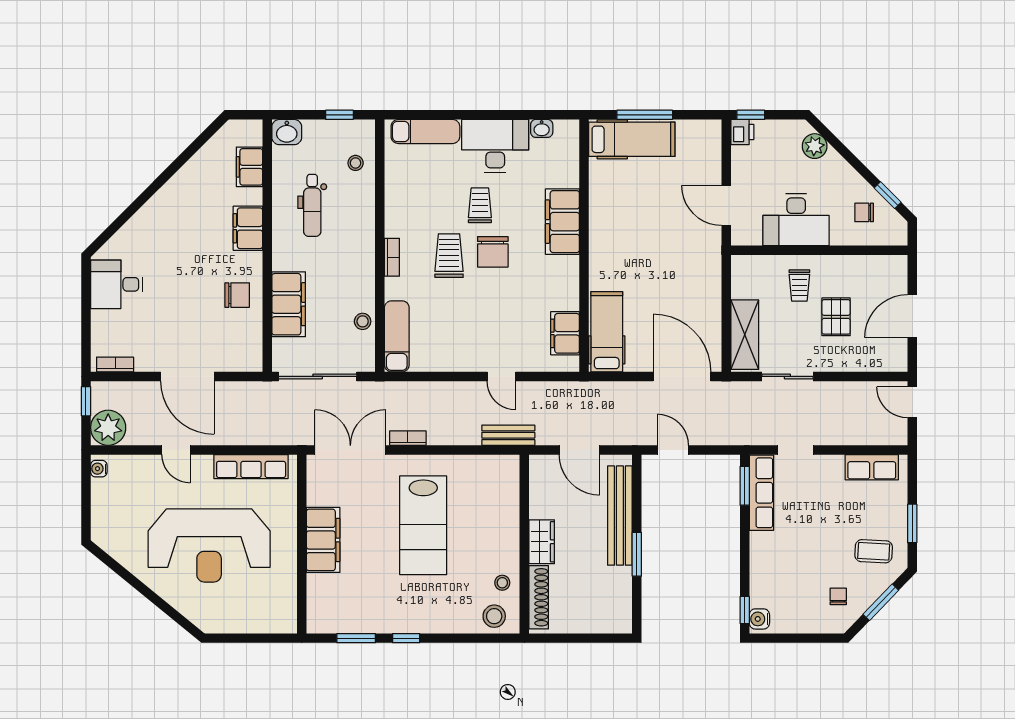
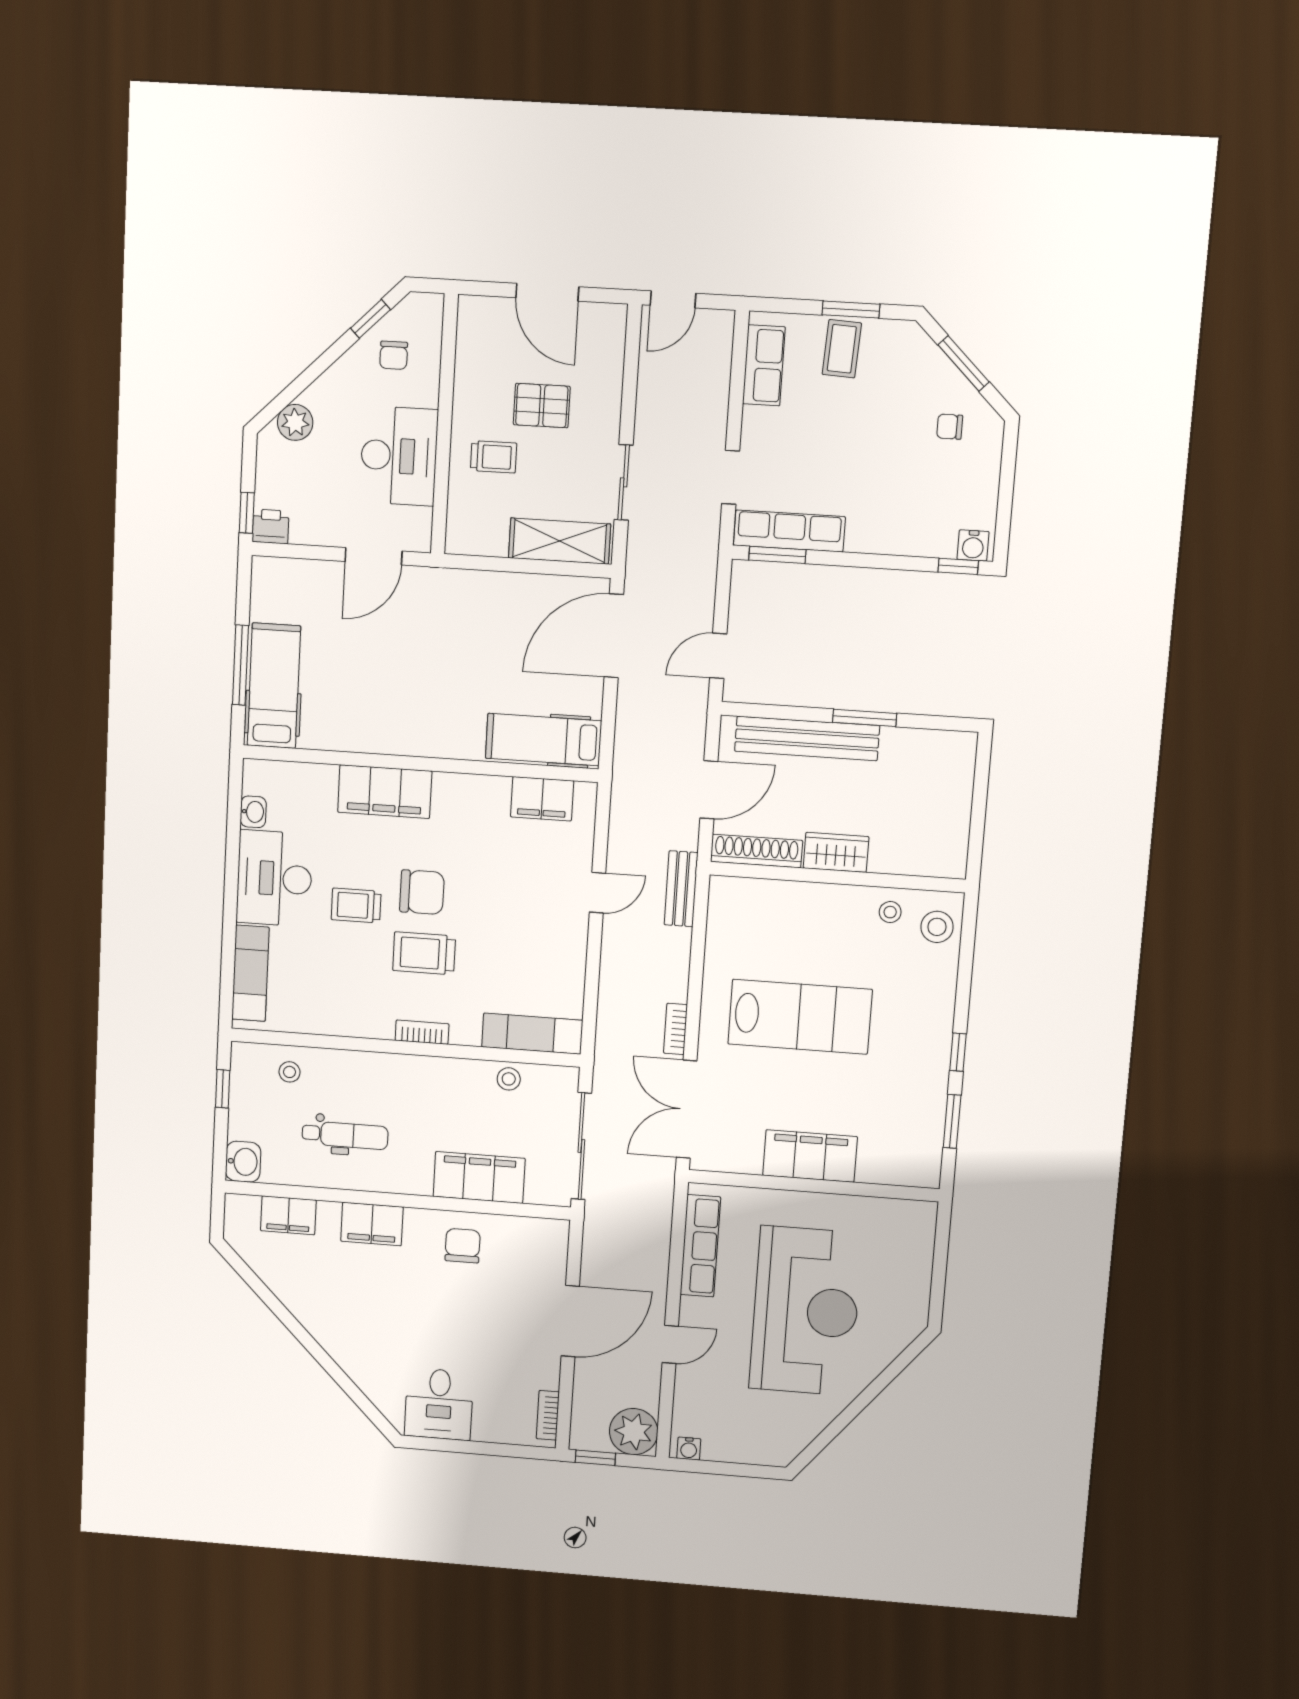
coffee table: (874, 551) -> (842, 349), moved
shoe rack: (539, 597) -> (756, 851), moved

